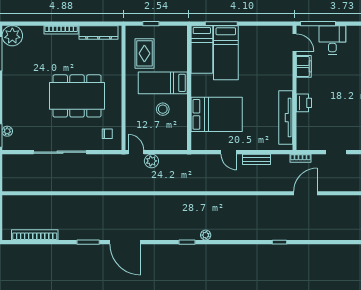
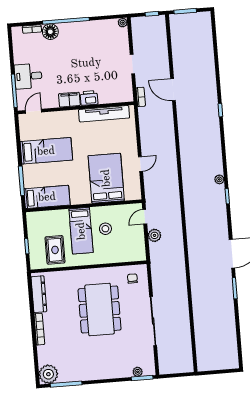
rug: (144, 53) -> (55, 250), turned 90
bed: (226, 53) -> (46, 151), moved
filing cabinet: (304, 66) -> (69, 100), moved
door: (136, 152) -> (145, 217), moved
bench: (256, 159) -> (145, 138), removed
bookcase: (35, 235) -> (232, 338), removed

